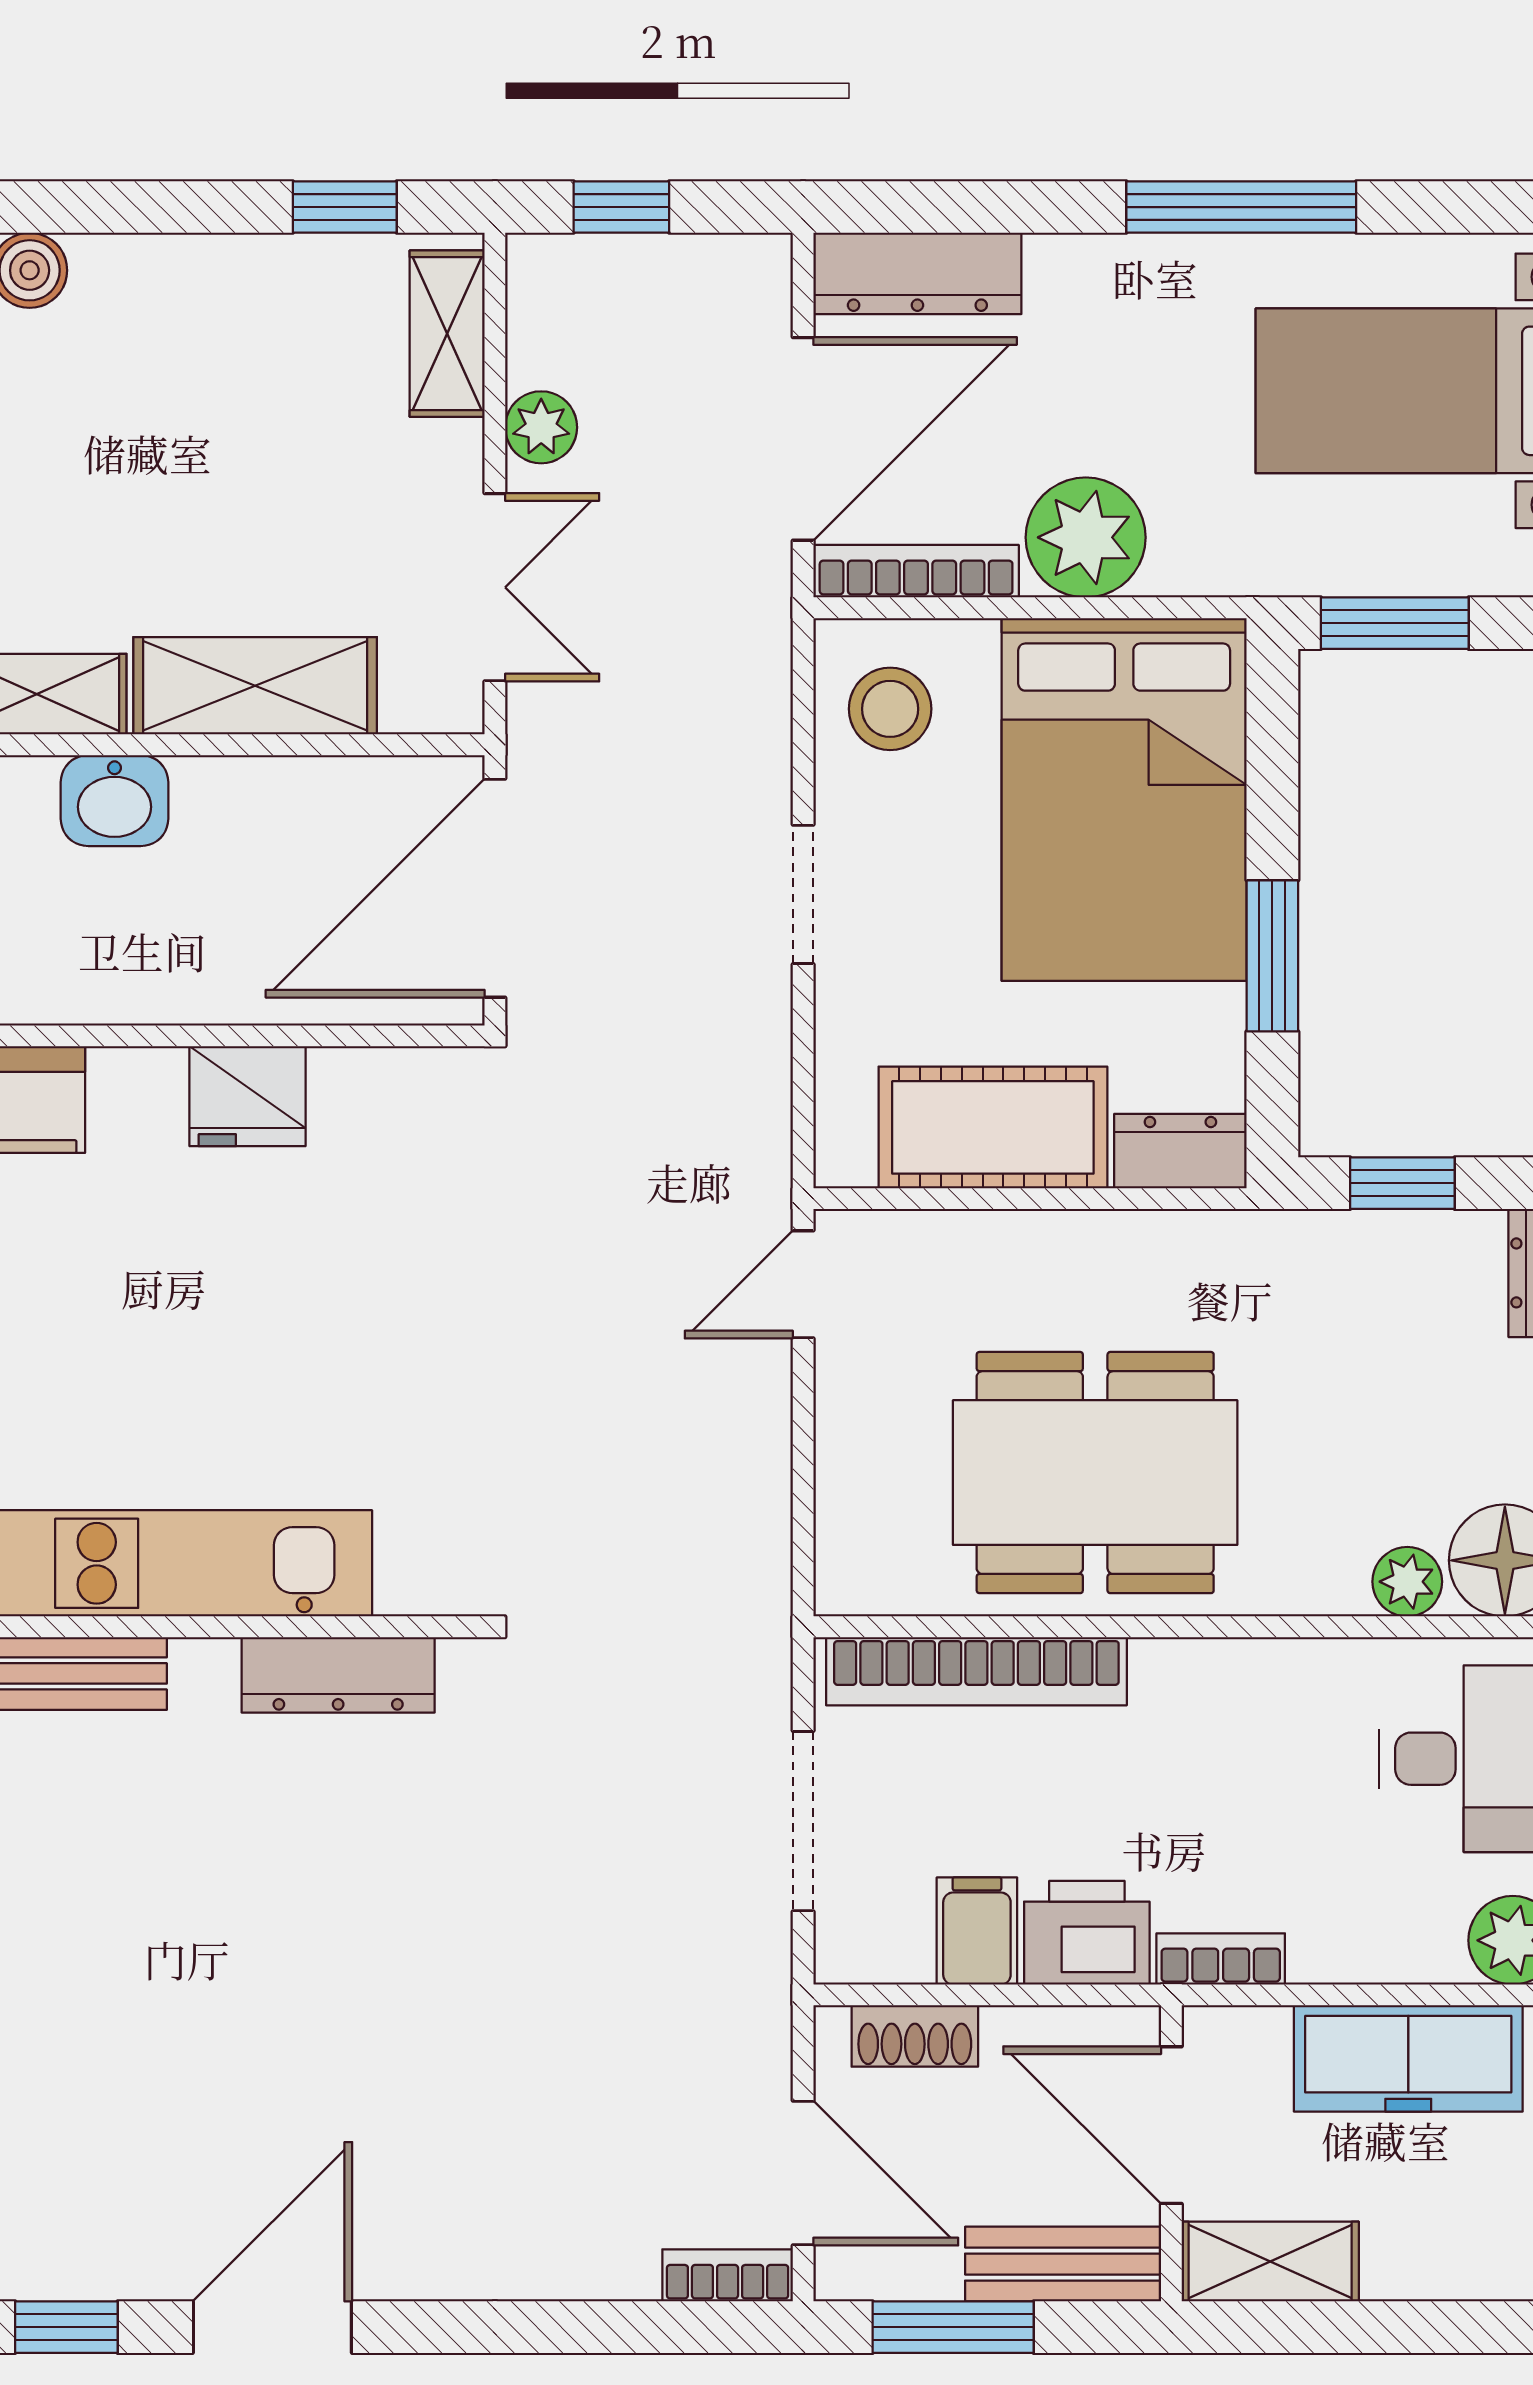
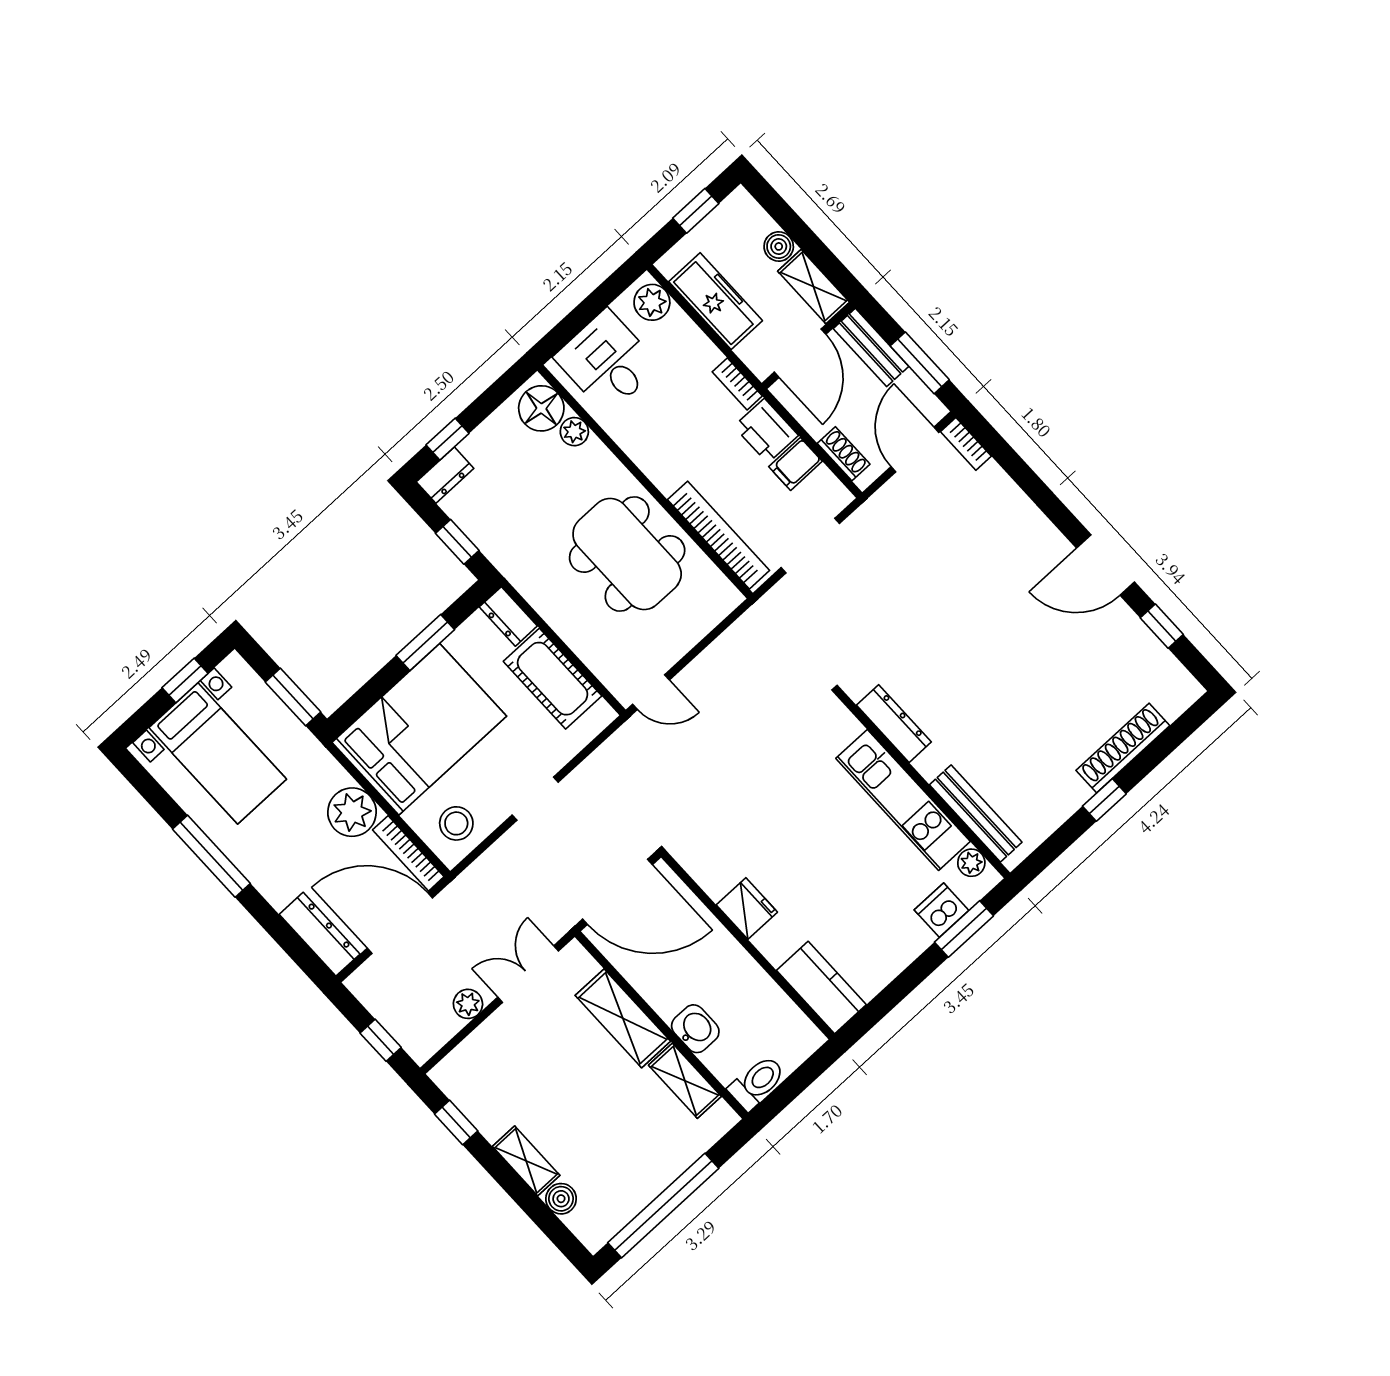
shelving: (447, 334) -> (526, 1161), moved, turned 90
boiler: (1402, 2265) -> (779, 246), added

